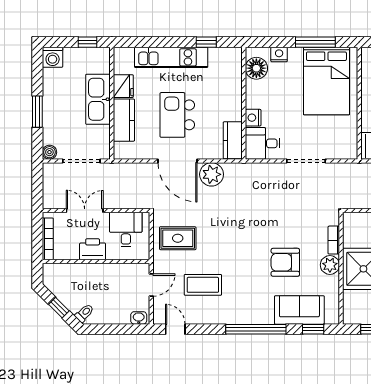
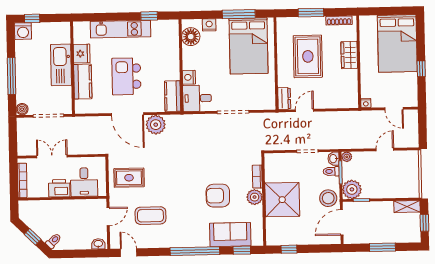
window: (88, 42) -> (32, 18), moved
window: (37, 112) -> (12, 76), width x1.44
desk: (126, 230) -> (84, 182), moved, turned 180

